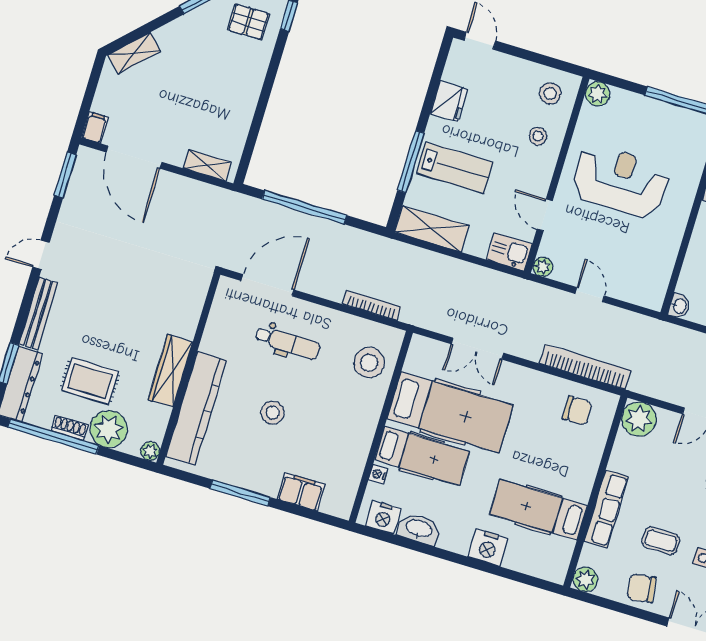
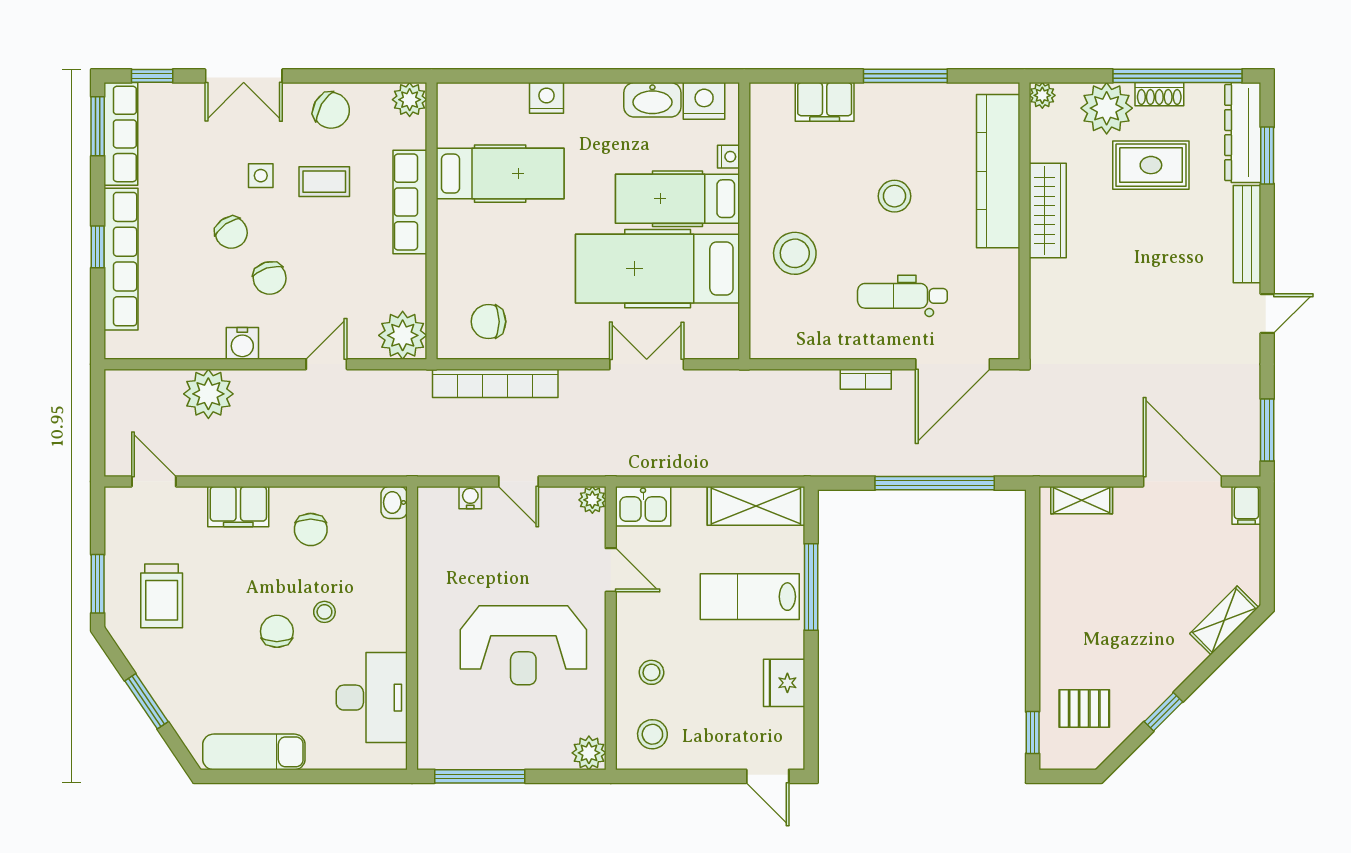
water cooler: (626, 294) -> (470, 498), added
bookcase: (372, 305) -> (866, 379), moved, width x0.64
stool: (369, 363) -> (795, 253), moved
nightstand: (488, 547) -> (547, 98), width x0.74, depth x0.75
chair: (641, 588) -> (331, 110), turned 38

